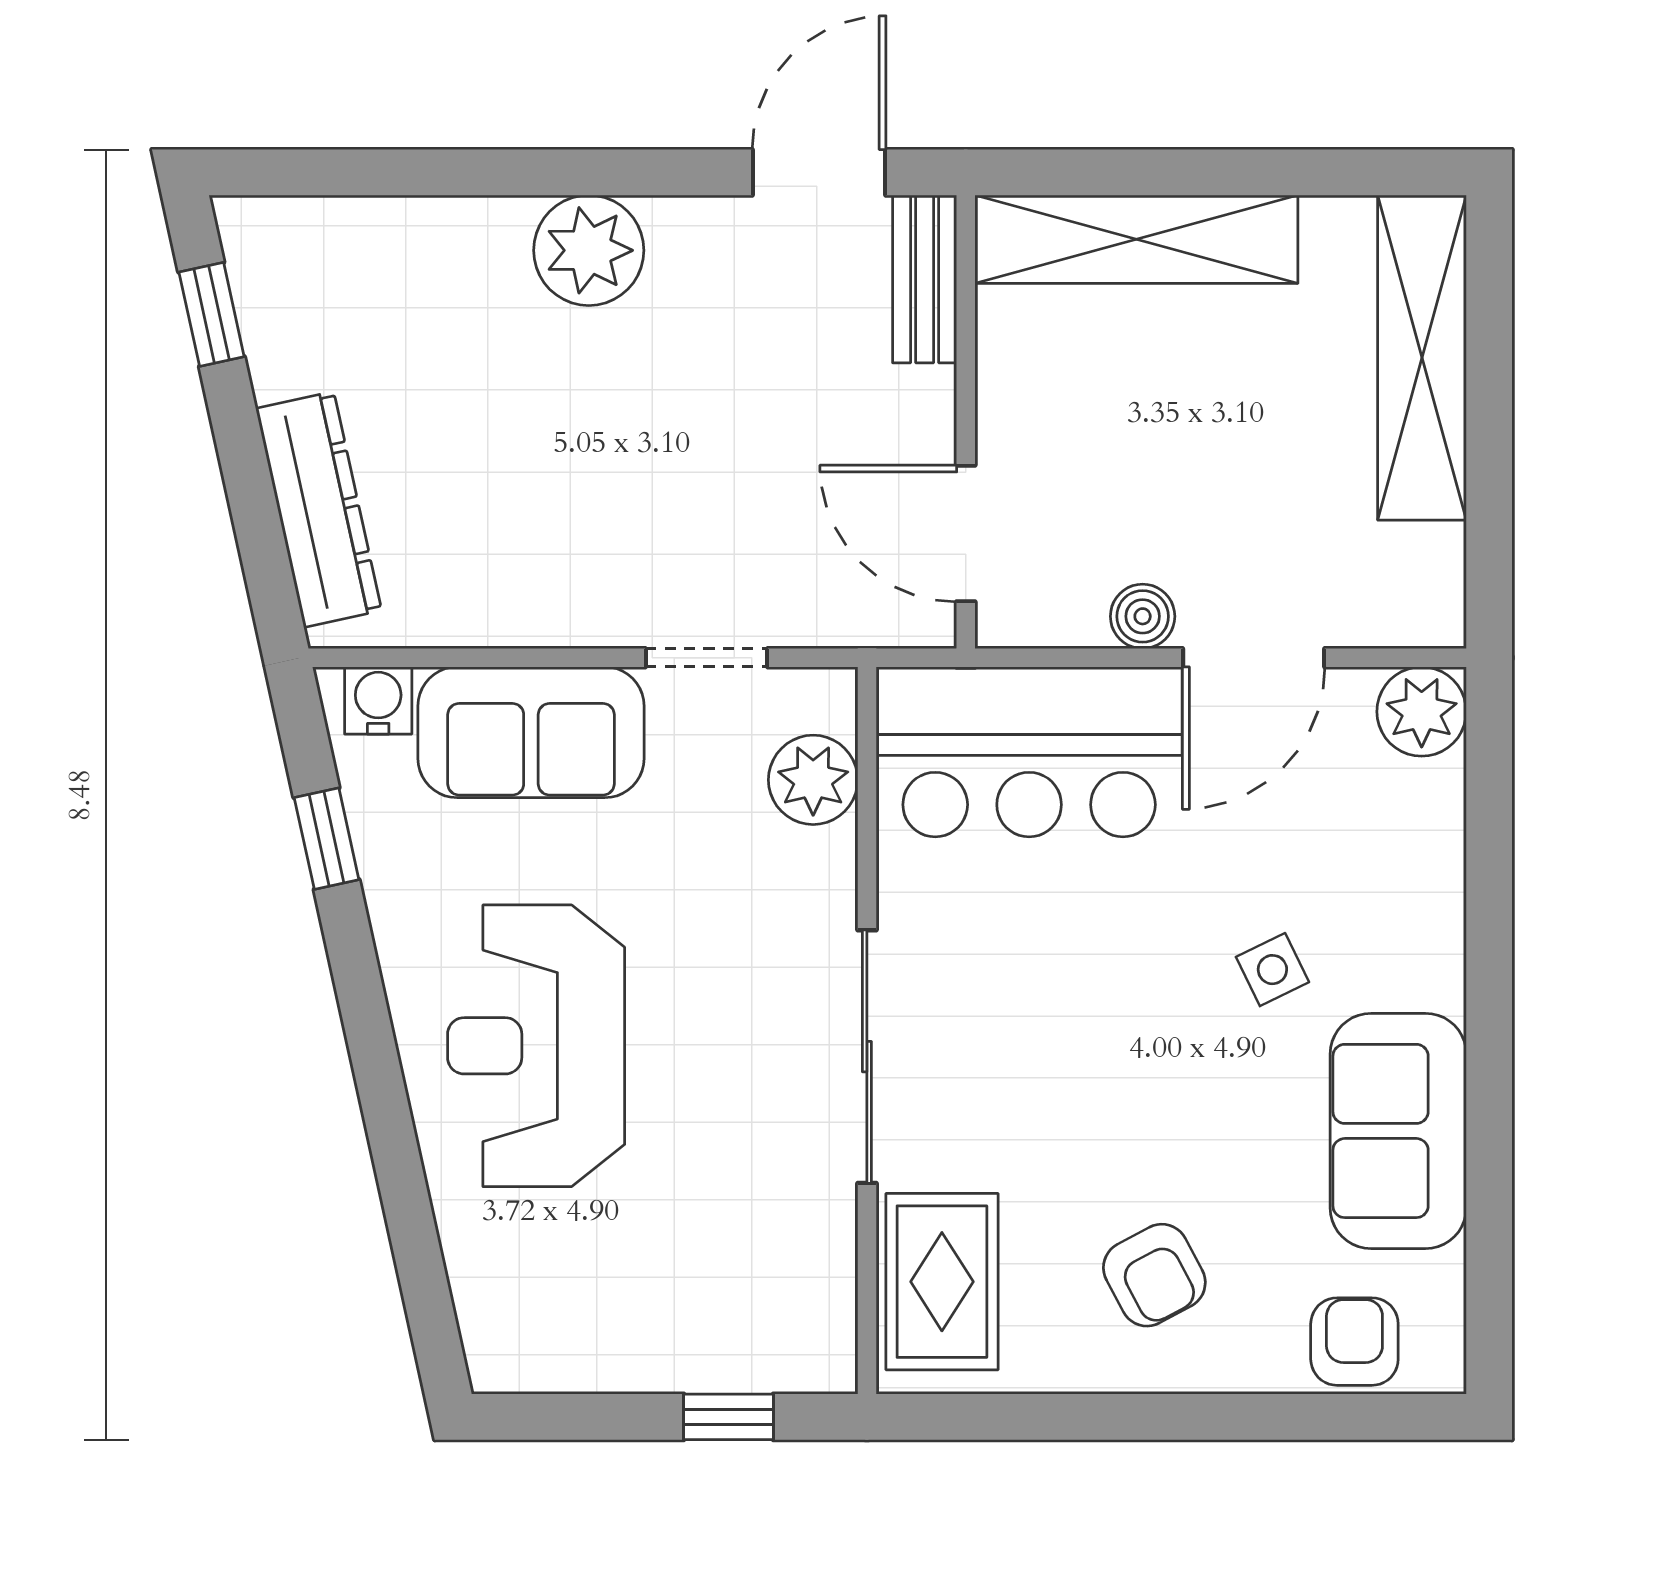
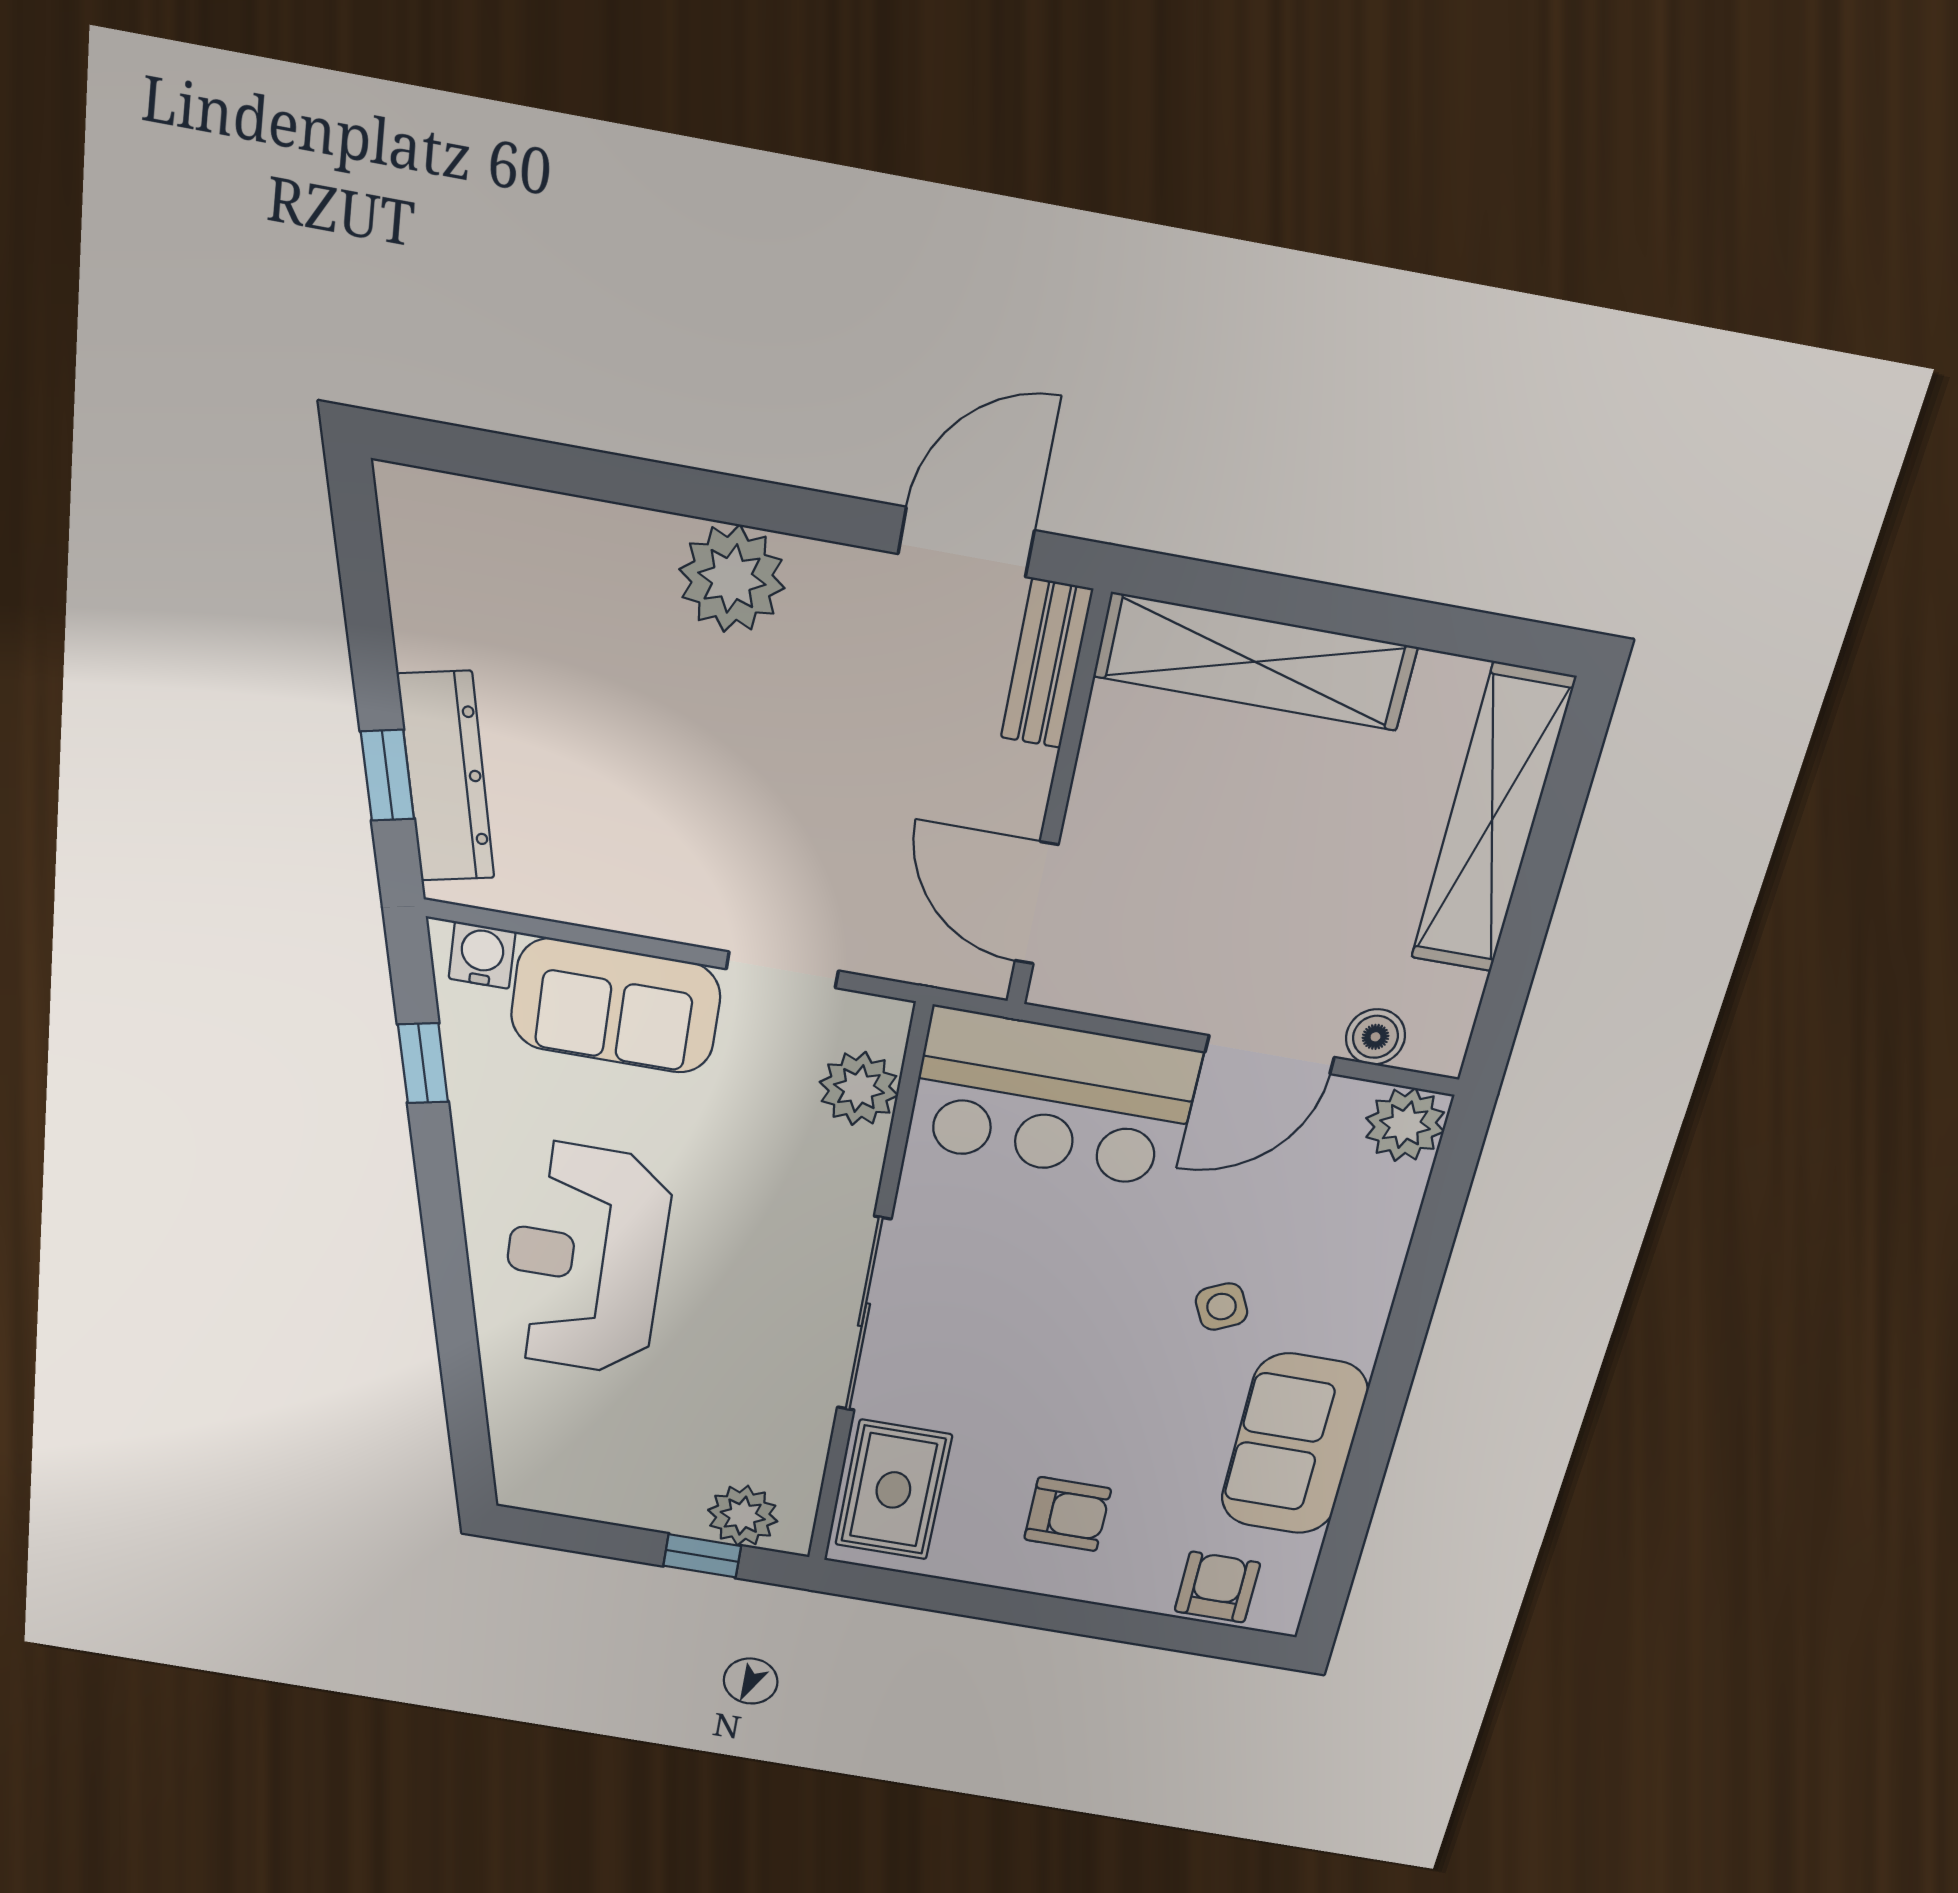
window: (212, 314) -> (387, 775), moved
boiler: (1143, 616) -> (1375, 1037), moved
armchair: (1154, 1275) -> (1068, 1514), turned -62
plant: (769, 1351) -> (743, 1516), added

